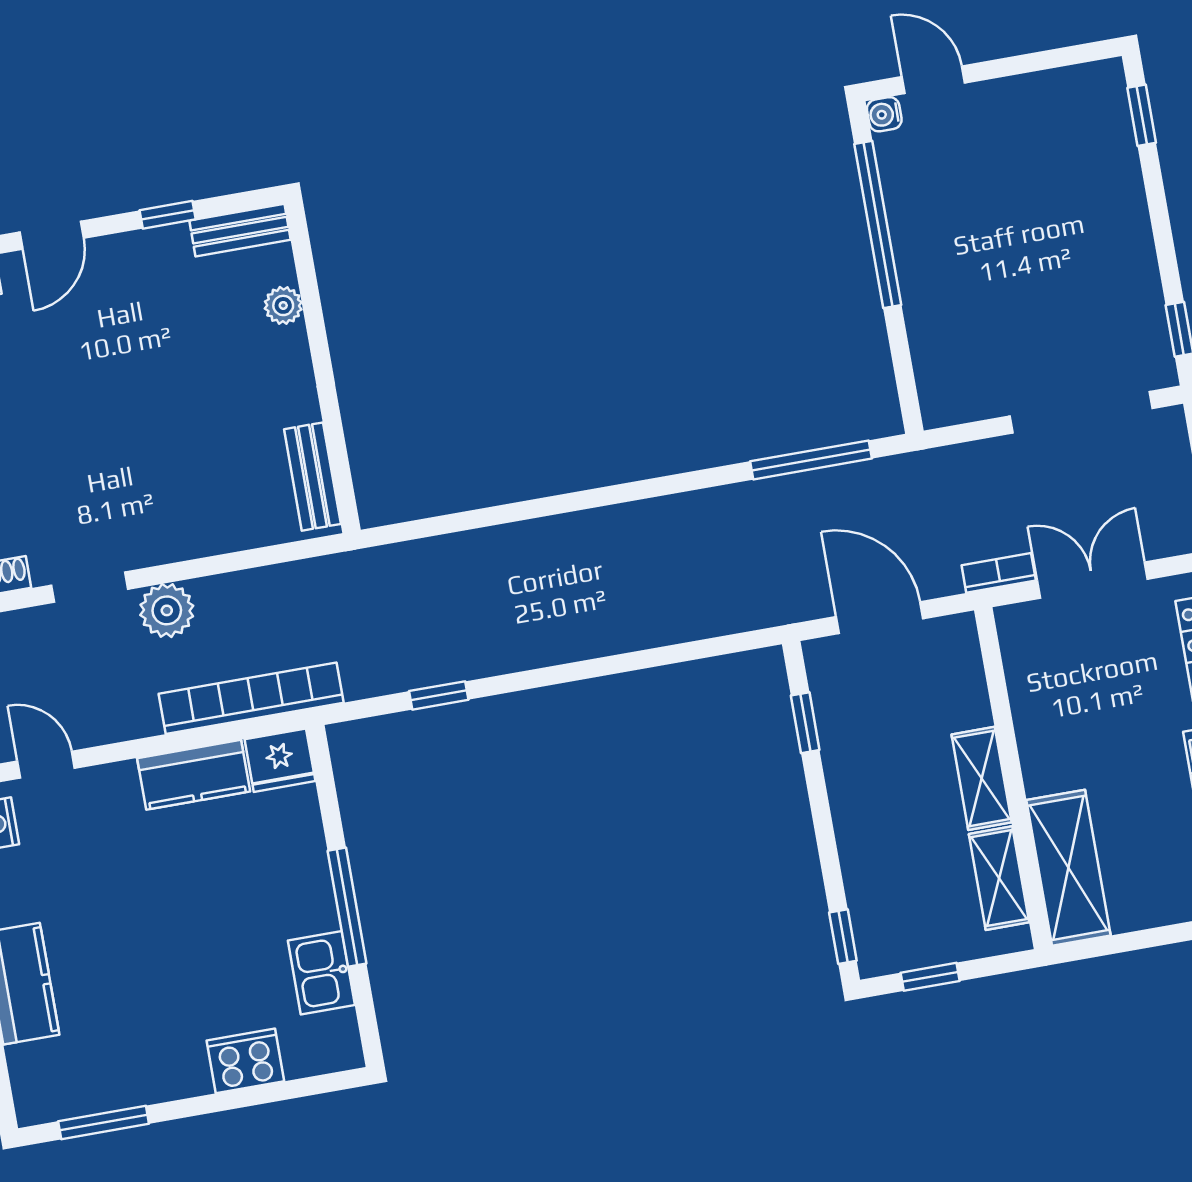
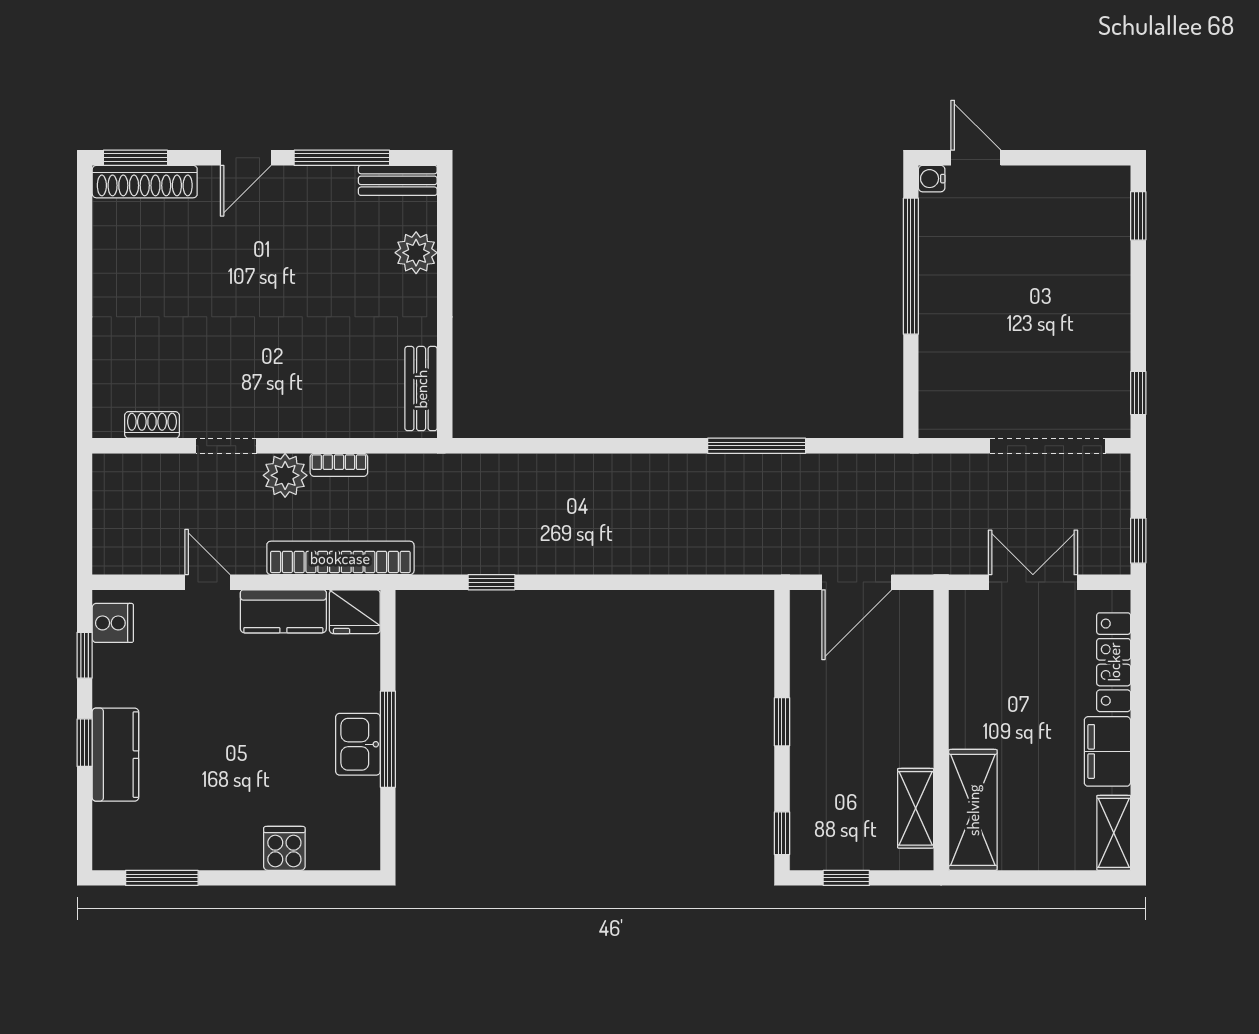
window: (168, 215) -> (342, 158), width x2.17
plant: (283, 305) -> (416, 253), width x1.38, depth x1.38
window: (811, 460) -> (757, 446), moved
bookcase: (999, 573) -> (339, 465), moved, turned 180
door: (880, 618) -> (857, 582), swing flipped
window: (805, 723) -> (782, 722), moved
door: (46, 765) -> (207, 582), moved
shelving: (982, 778) -> (916, 726), removed
kitchen sink: (321, 973) -> (358, 744), moved
cooker: (245, 1061) -> (284, 848), width x0.73

